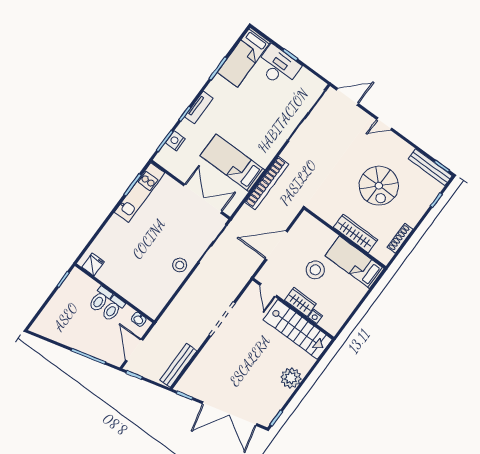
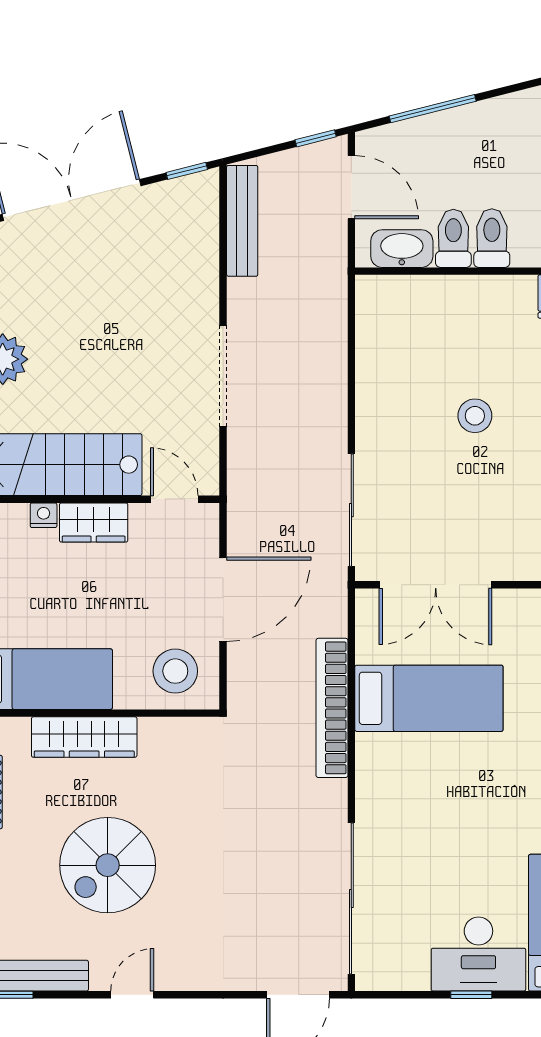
door: (384, 124) -> (132, 995), moved
spiral stairs: (379, 186) -> (108, 865), turned -90
stool: (180, 265) -> (475, 416), moved
stool: (315, 270) -> (175, 671), moved
washbasin: (139, 319) -> (402, 249), width x1.91, depth x1.45

